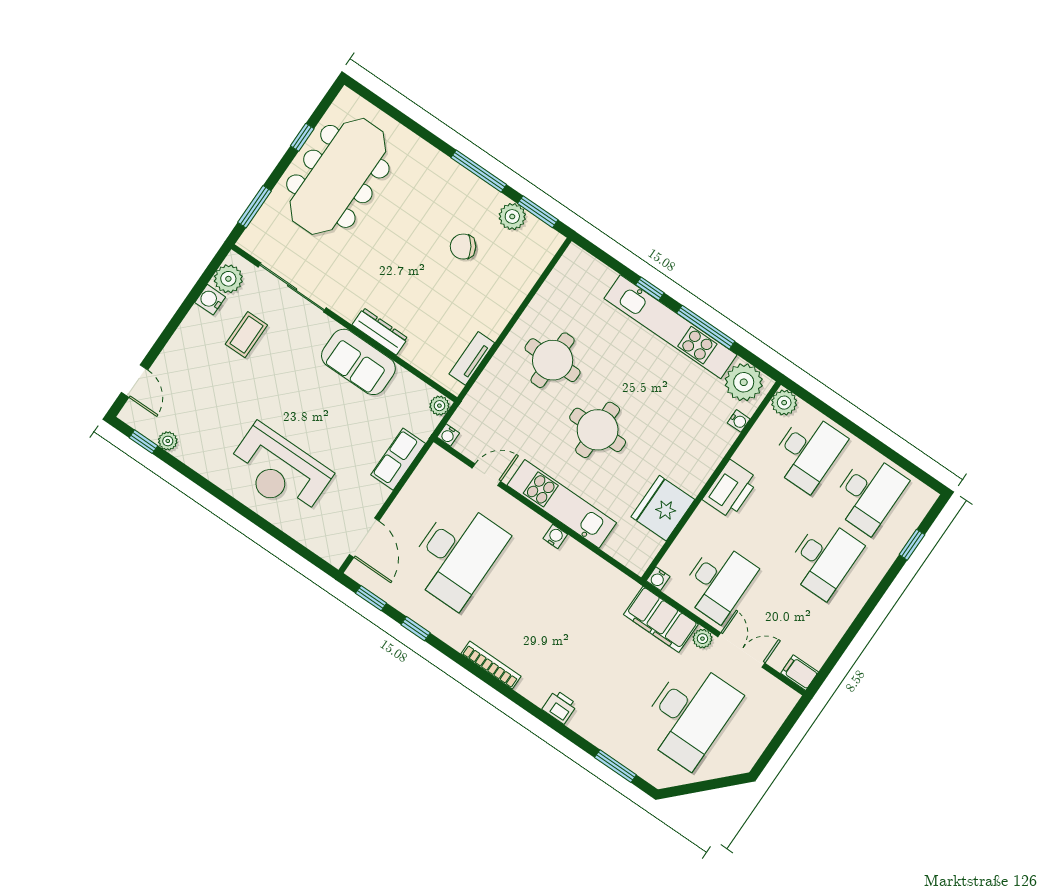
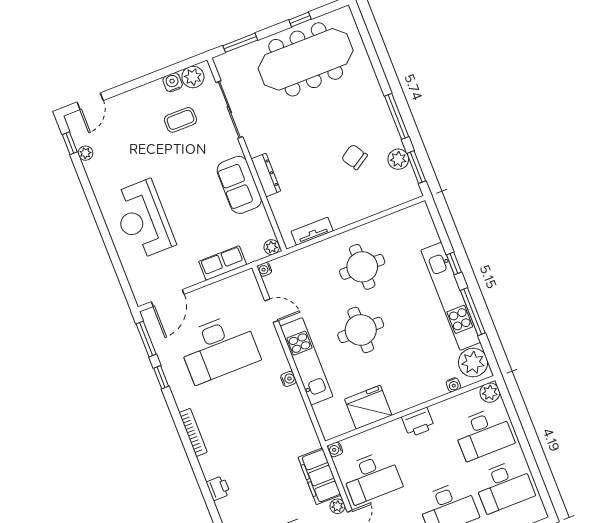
printer: (731, 489) -> (418, 422), width x0.73, depth x0.84
window: (371, 598) -> (146, 339), width x1.50

